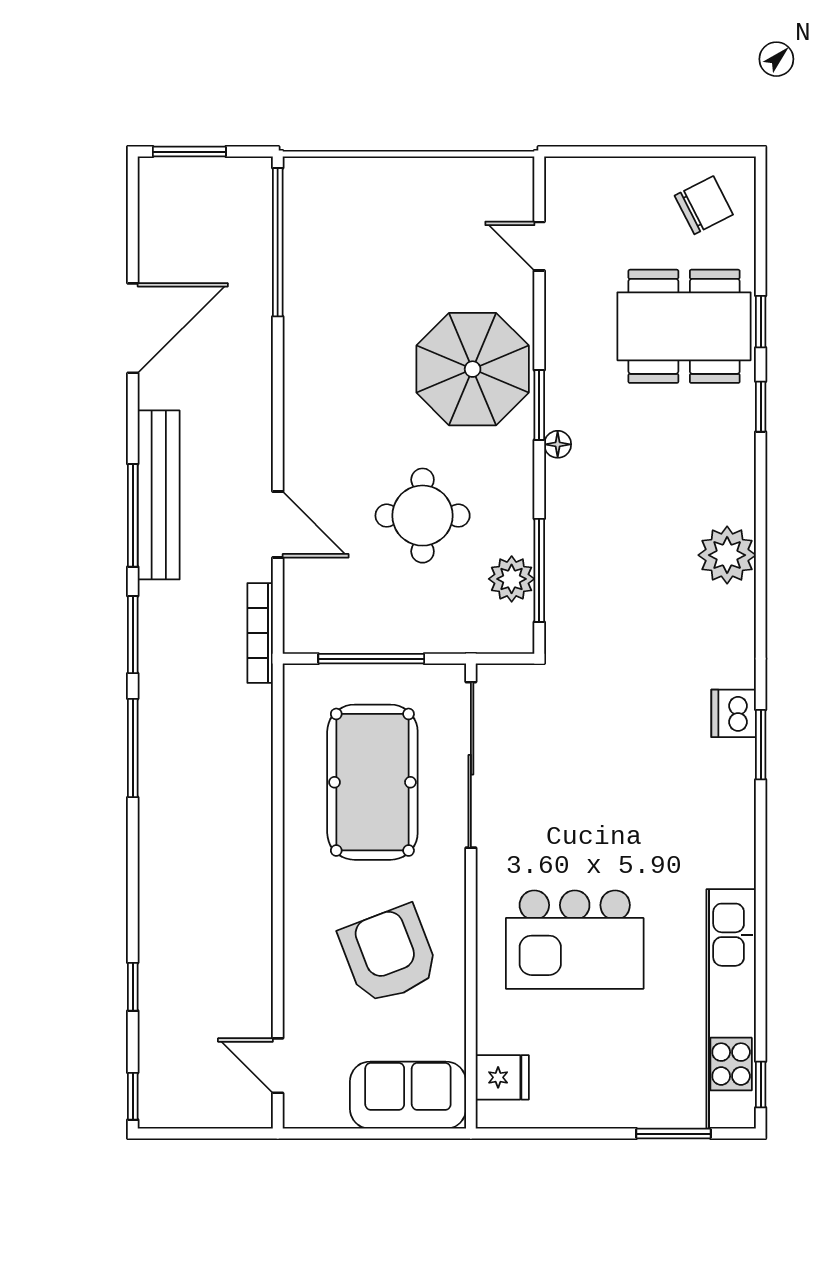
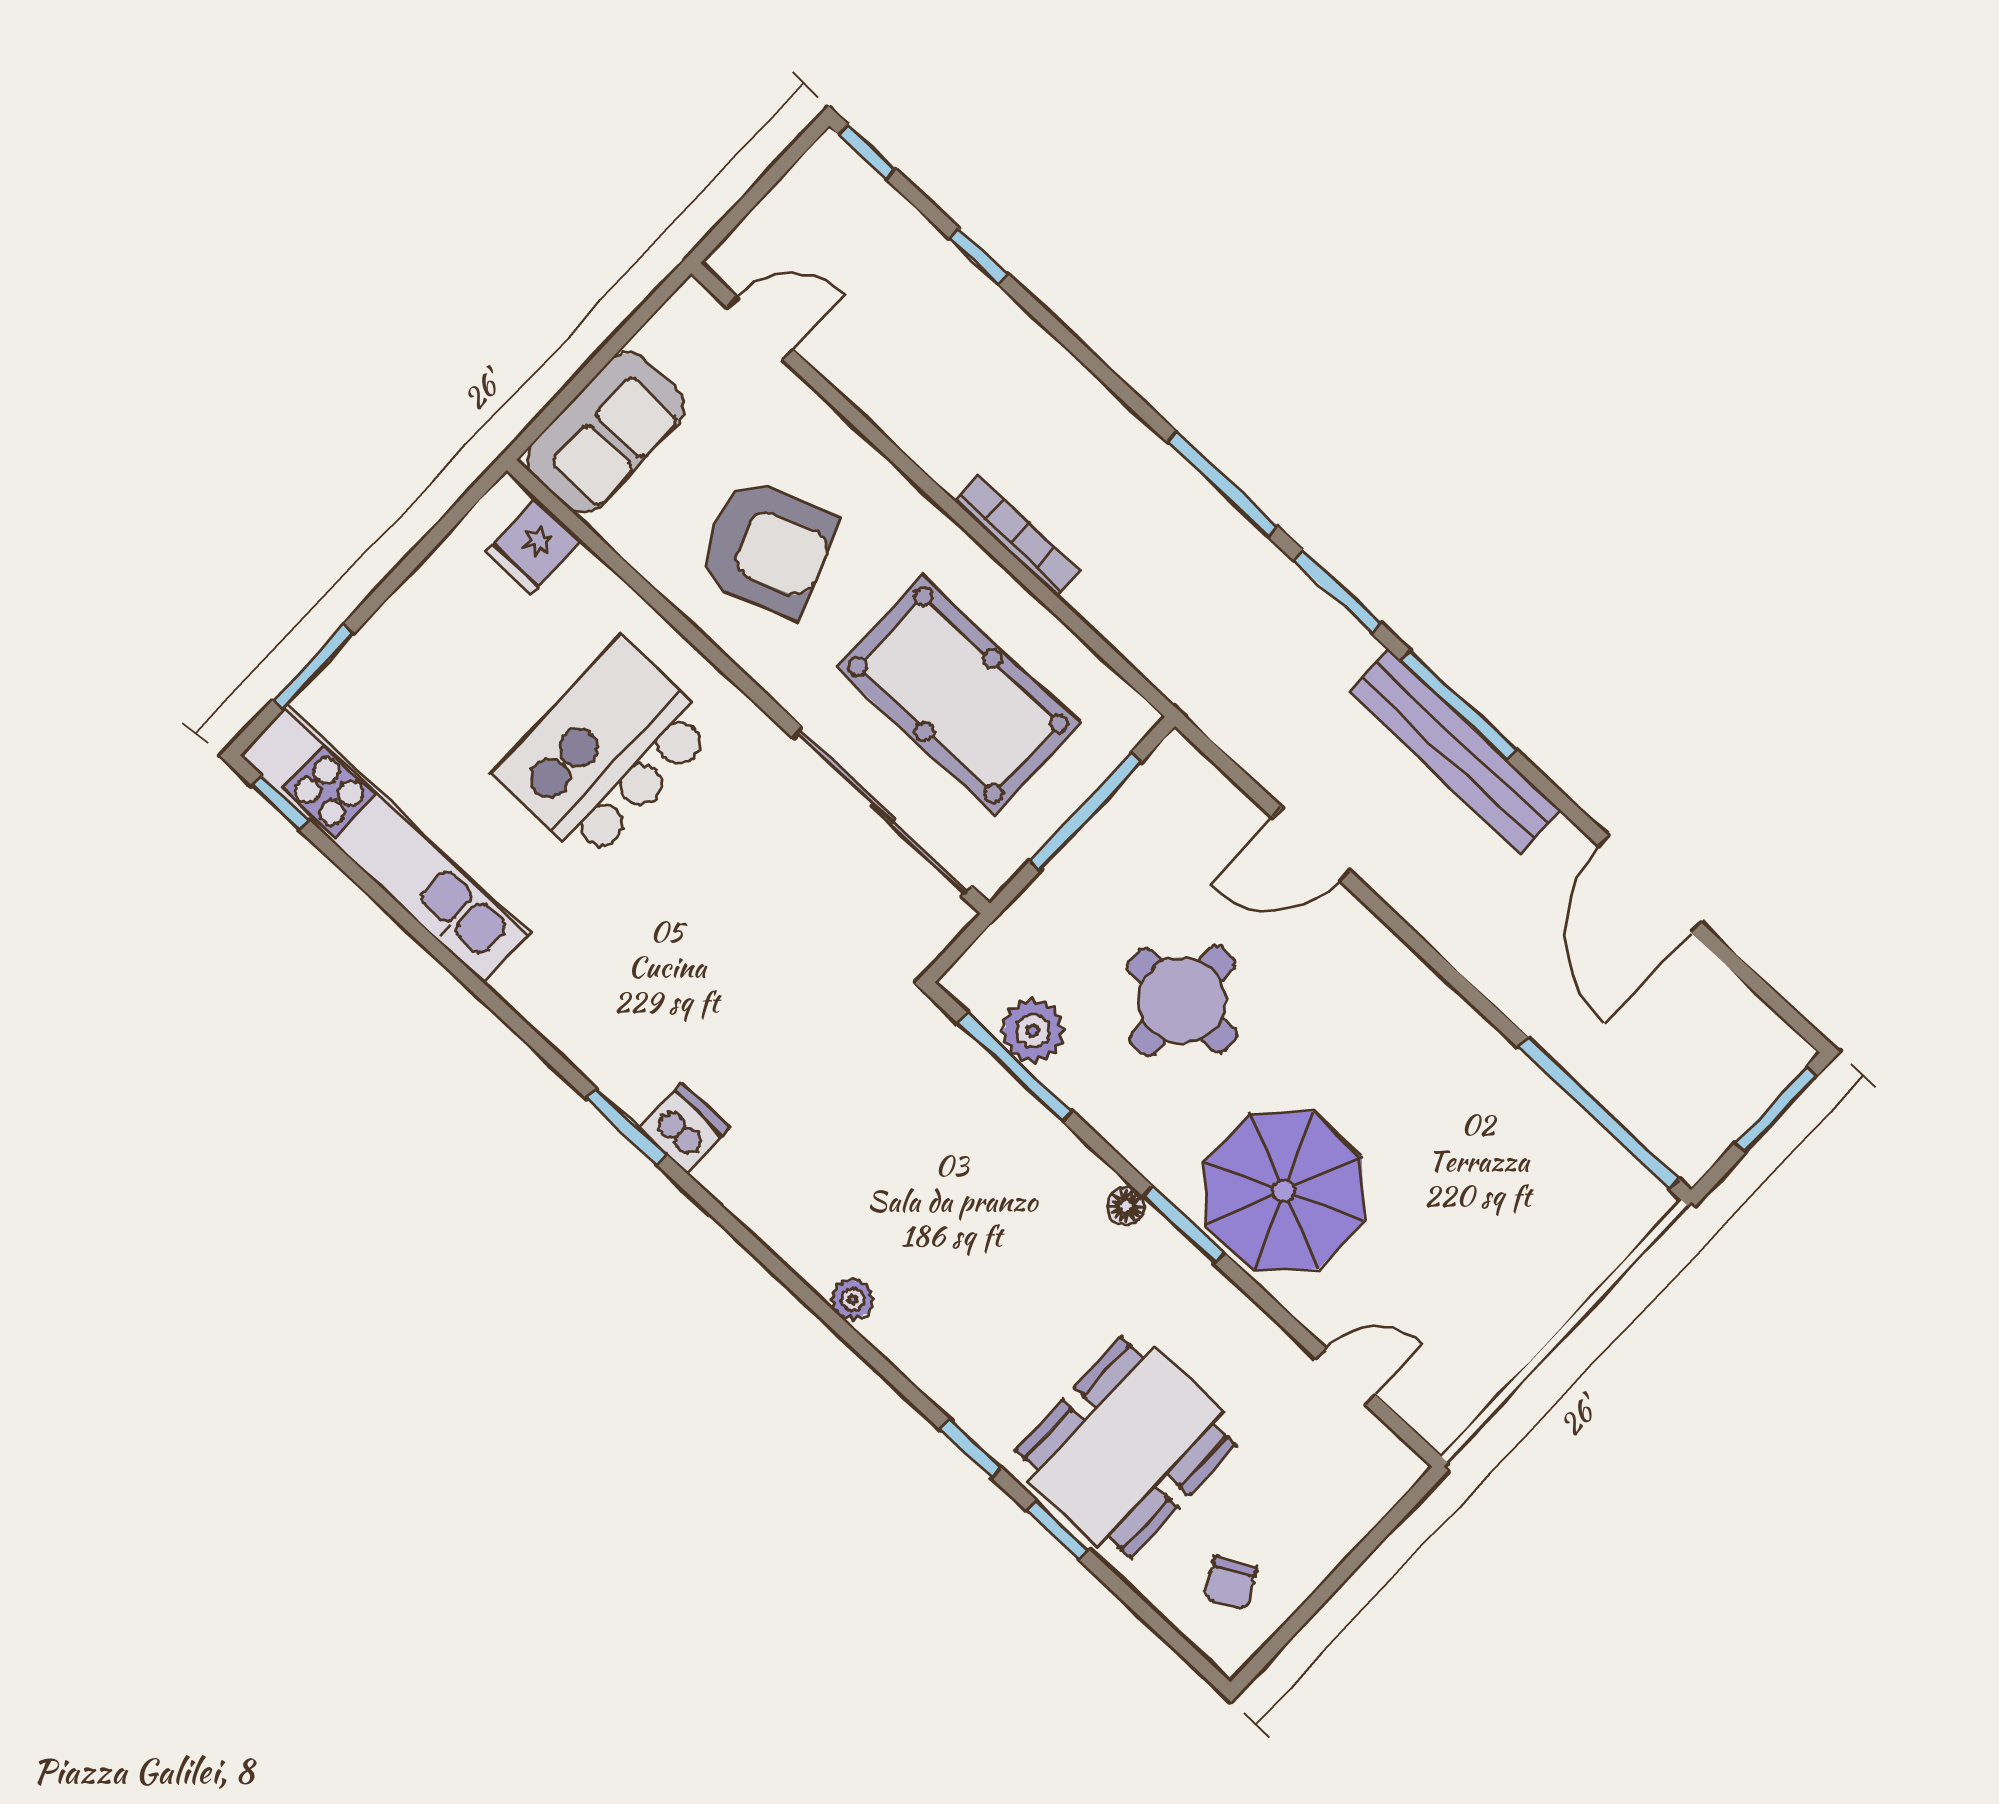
chair: (704, 205) -> (1230, 1583), width x0.73, depth x0.73
plant: (727, 555) -> (853, 1300), width x0.53, depth x0.53
bookcase: (260, 633) -> (1018, 536), moved

